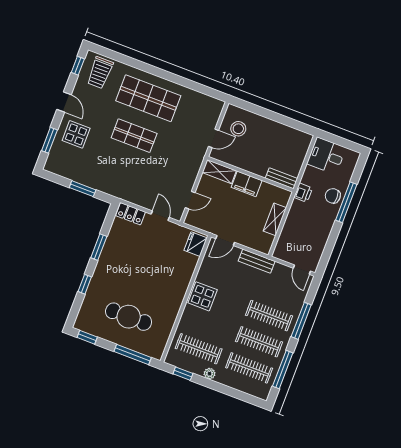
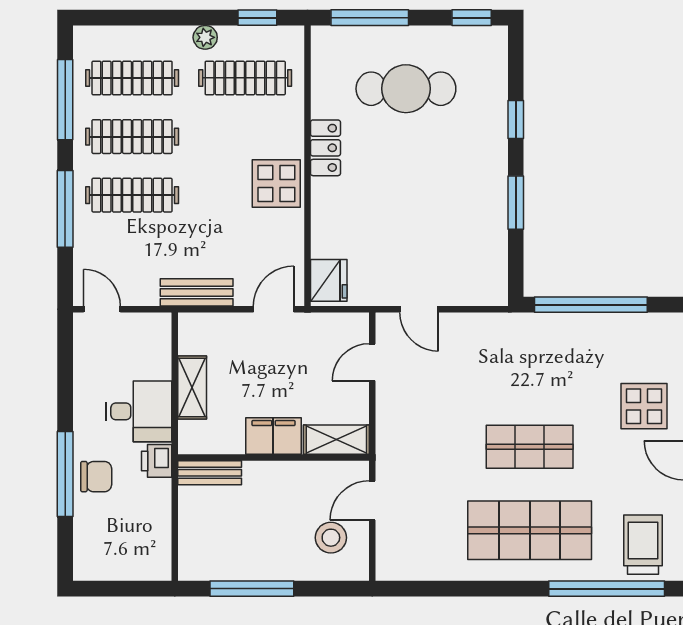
window: (124, 59) -> (607, 589), added
window: (282, 119) -> (252, 589), added
desk: (326, 156) -> (139, 411), moved
window: (83, 189) -> (591, 305), width x2.11
locker: (131, 214) -> (325, 148), moved, turned 90

